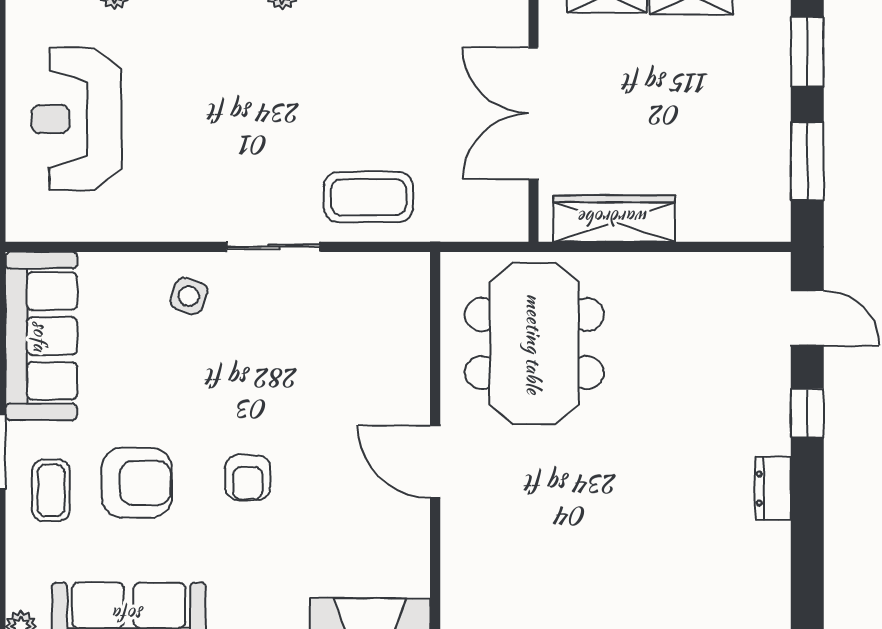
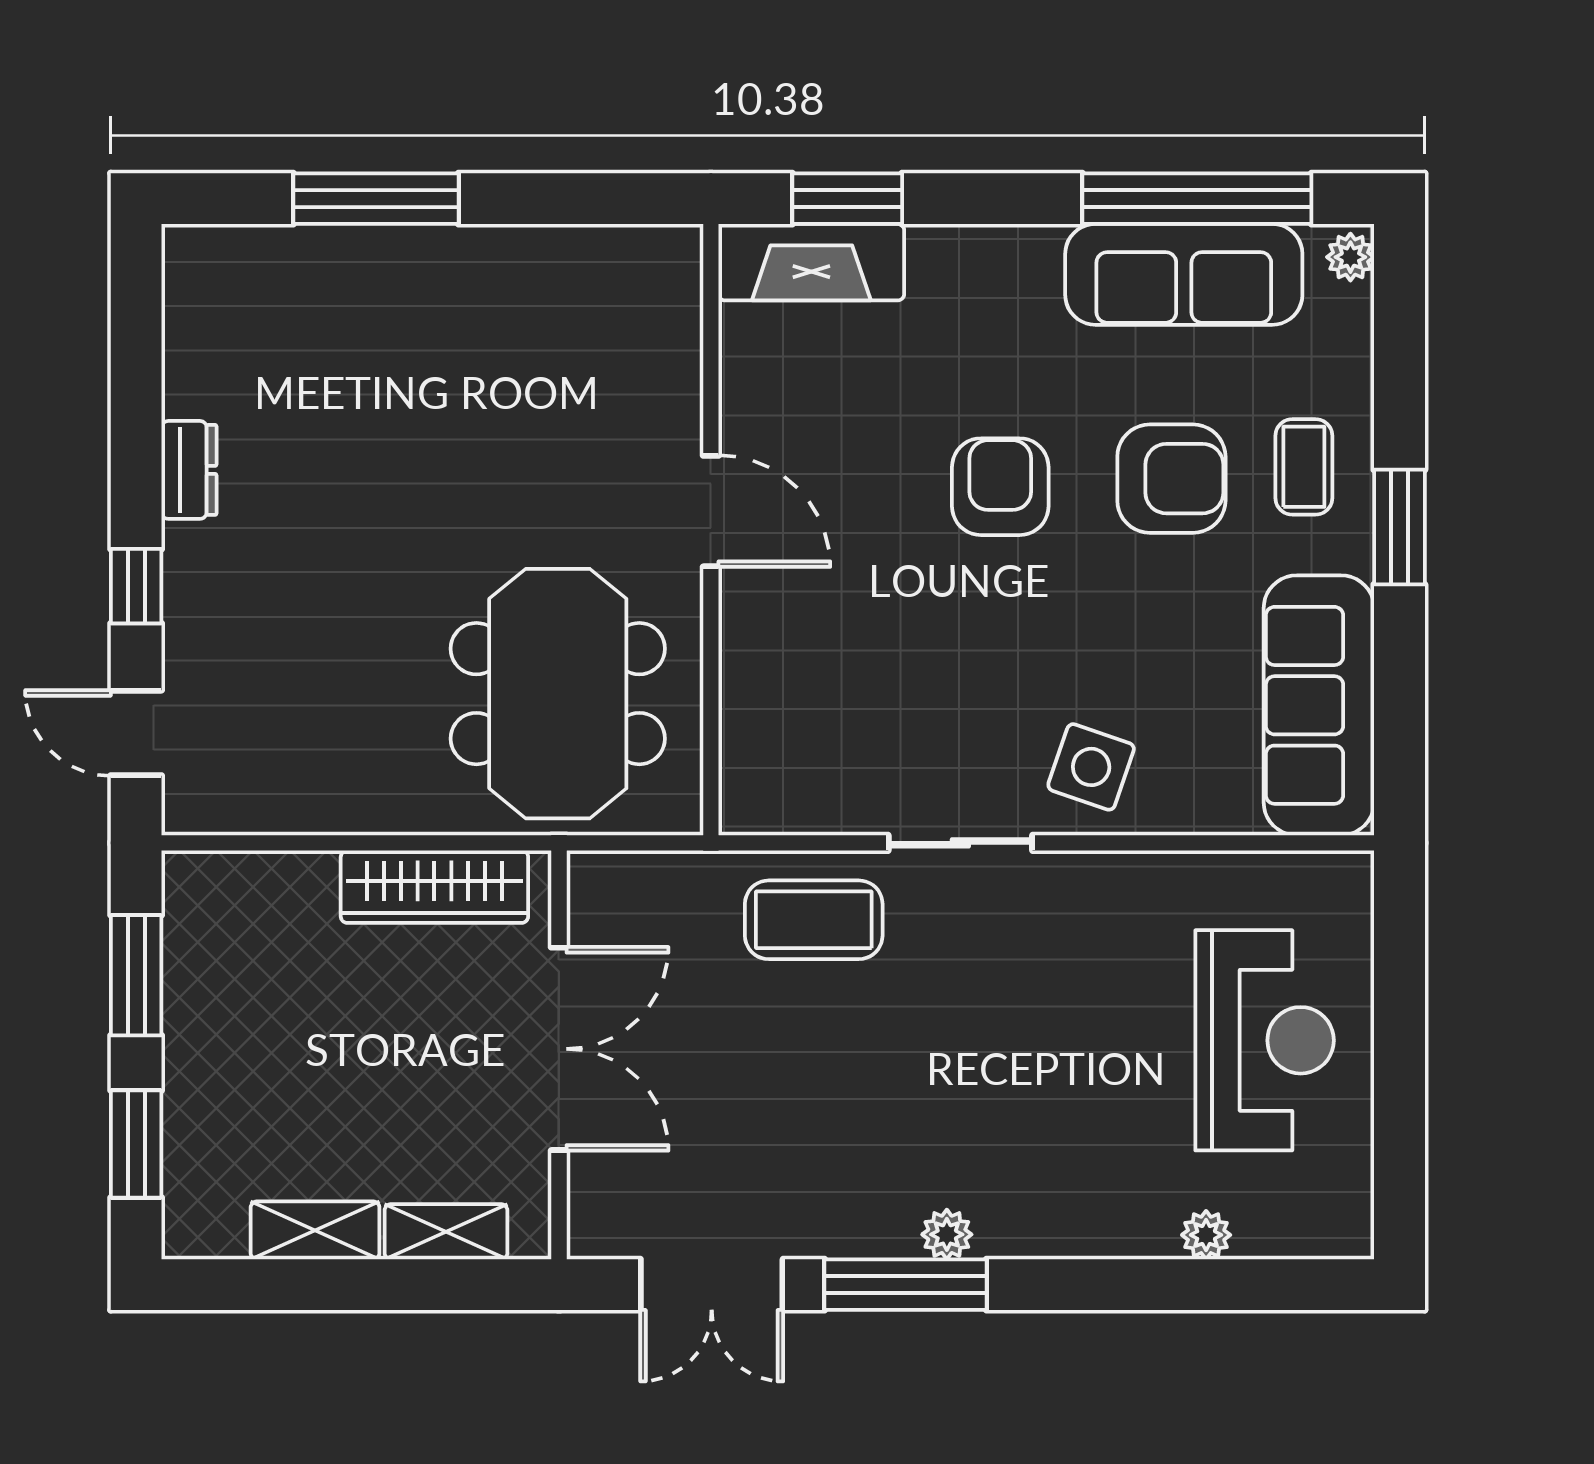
side table: (189, 296) -> (1091, 767), width x1.37, depth x1.37
armchair: (248, 478) -> (1000, 487), width x1.38, depth x1.38
armchair: (137, 483) -> (1171, 479), turned 180

